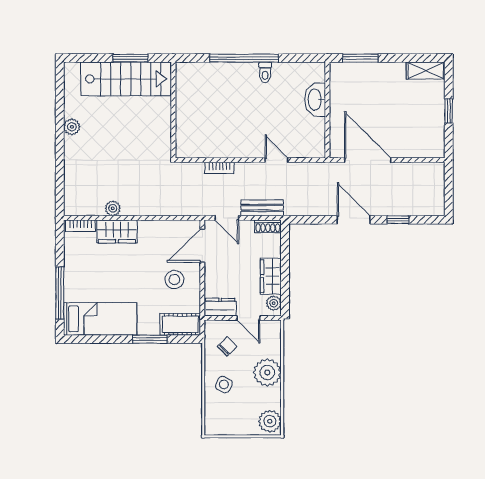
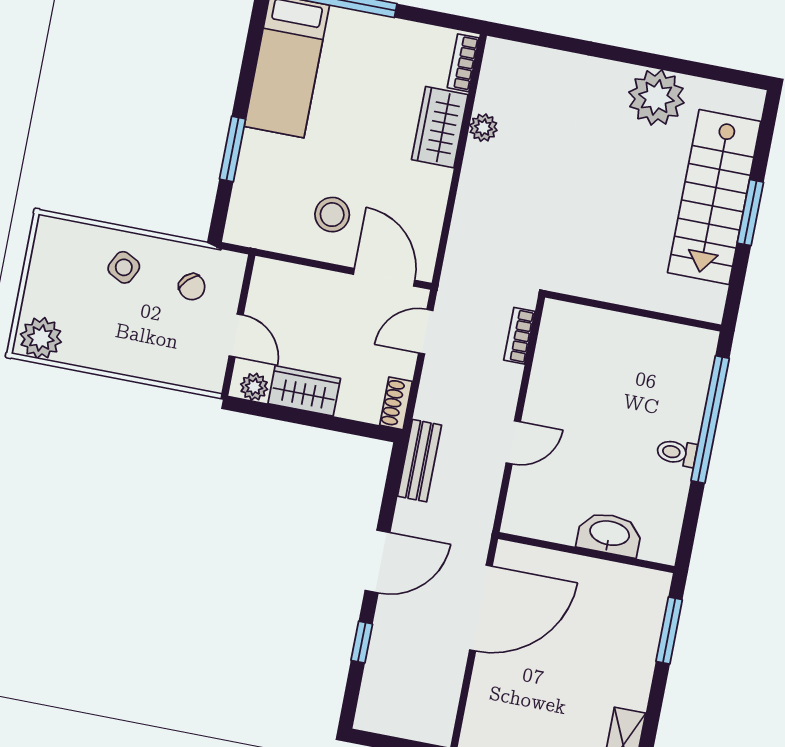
wall: (173, 110) -> (633, 311), moved
plant: (72, 127) -> (656, 97), width x1.88, depth x1.88
bench: (262, 208) -> (420, 461), moved
dresser: (220, 307) -> (266, 288), removed
door: (248, 318) -> (236, 336), swing flipped
cot: (180, 324) -> (249, 209), removed
plant: (267, 372) -> (130, 351), removed

